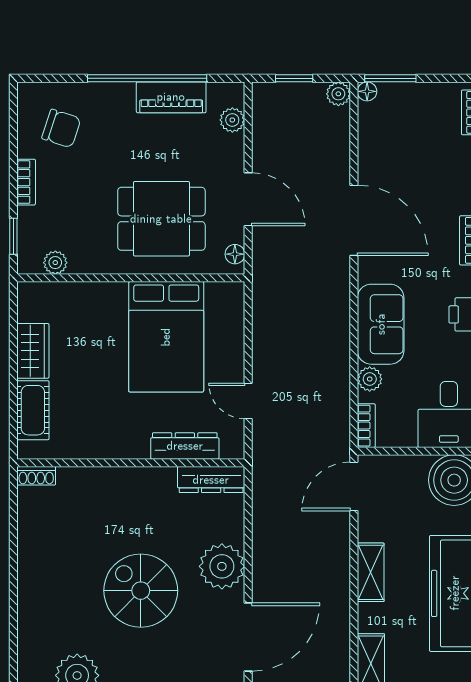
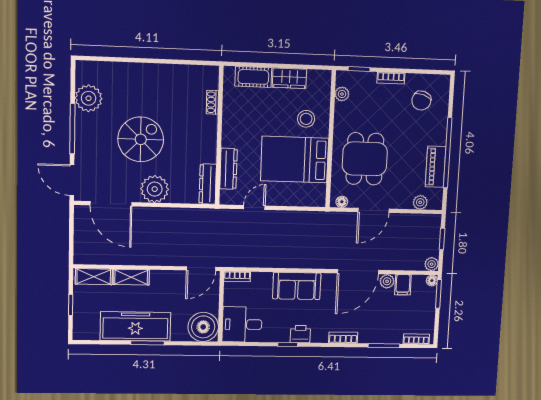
filing cabinet: (375, 141) -> (403, 285), added
stool: (98, 320) -> (306, 119), added
plant: (370, 379) -> (387, 281), moved
shoe rack: (36, 476) -> (212, 102), moved
door: (354, 486) -> (201, 269), swing flipped
shelving: (371, 572) -> (131, 277), moved

